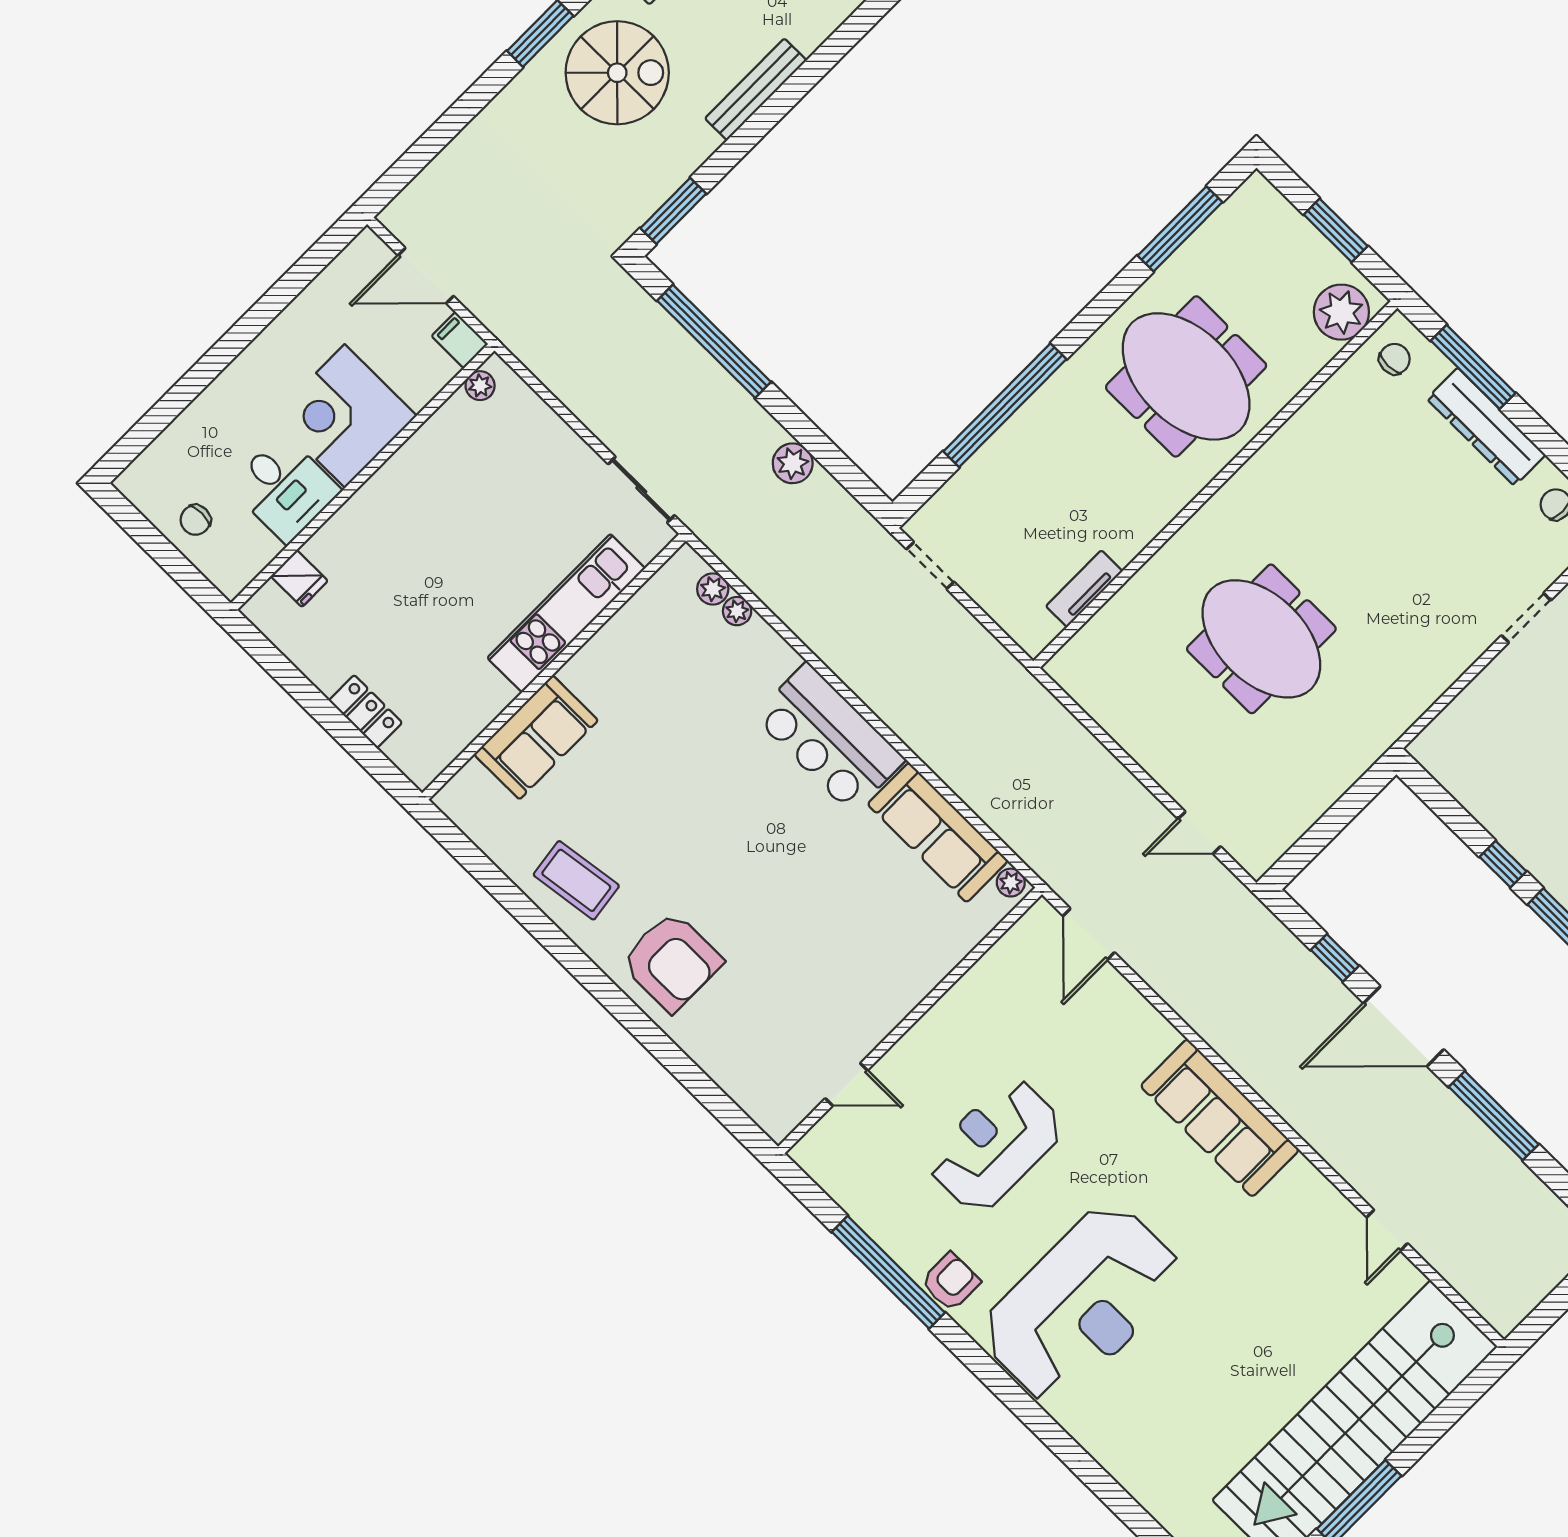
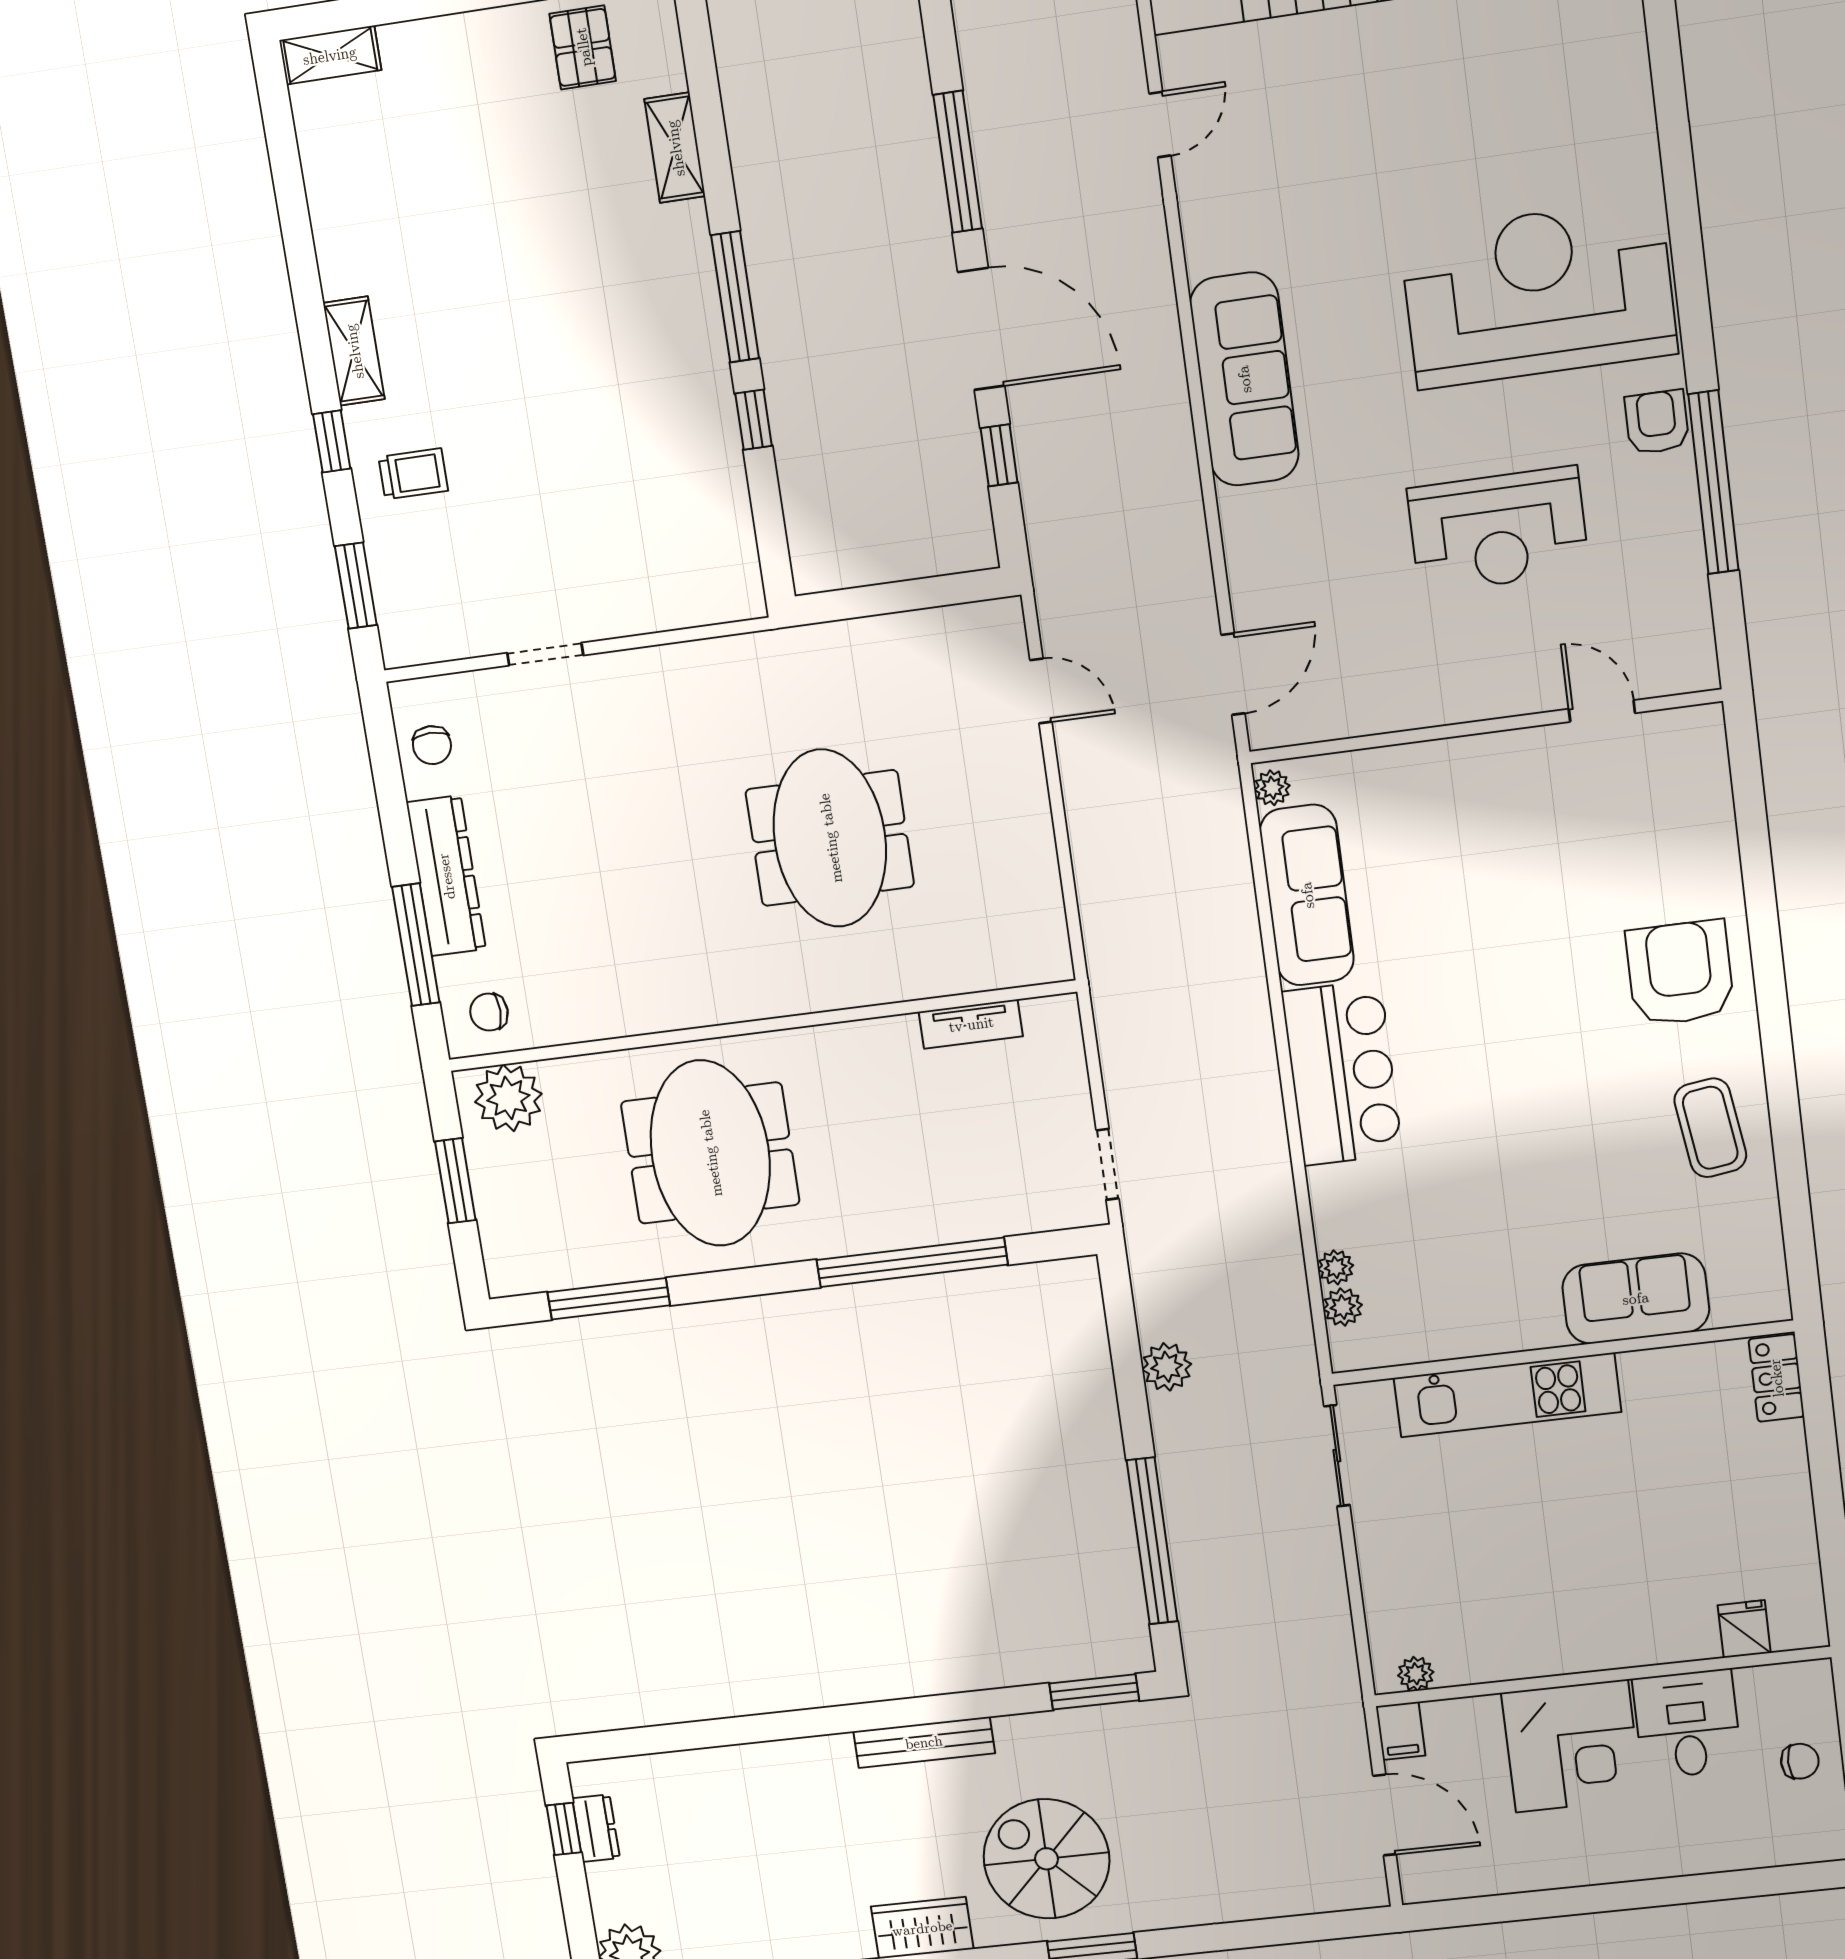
locker: (365, 712) -> (1776, 1378), moved
armchair: (951, 1282) -> (1657, 422), turned 90

